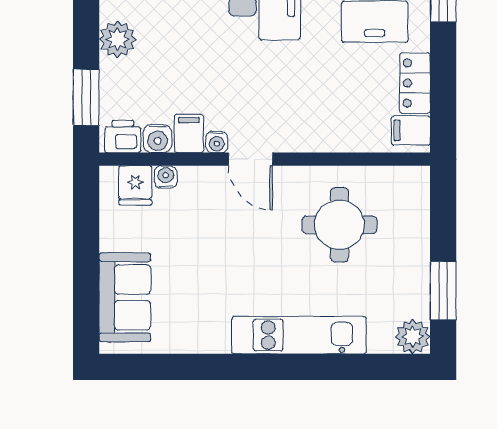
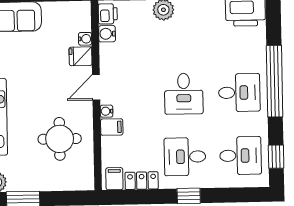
filing cabinet: (189, 133) -> (112, 127), moved
water cooler: (217, 142) -> (106, 111), moved
fridge: (135, 185) -> (81, 56), moved

